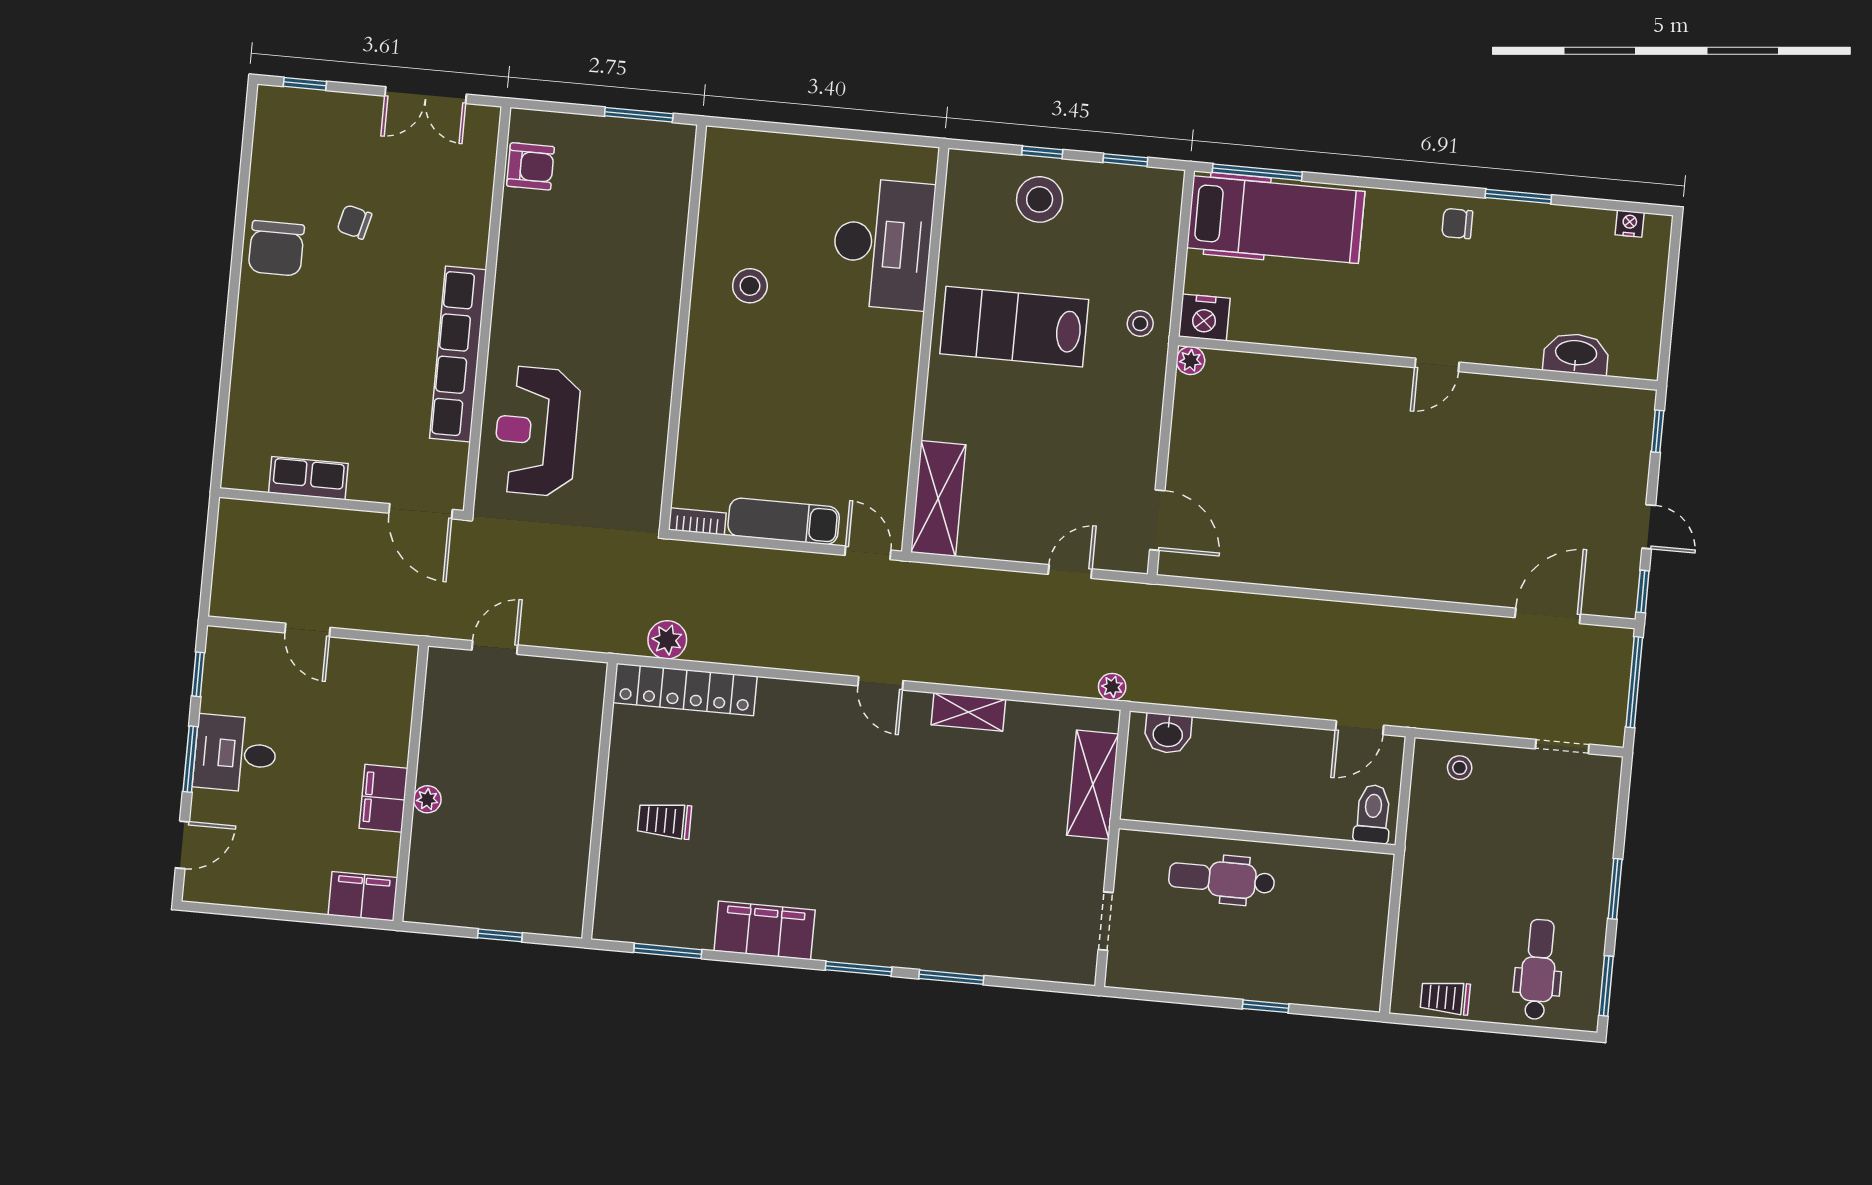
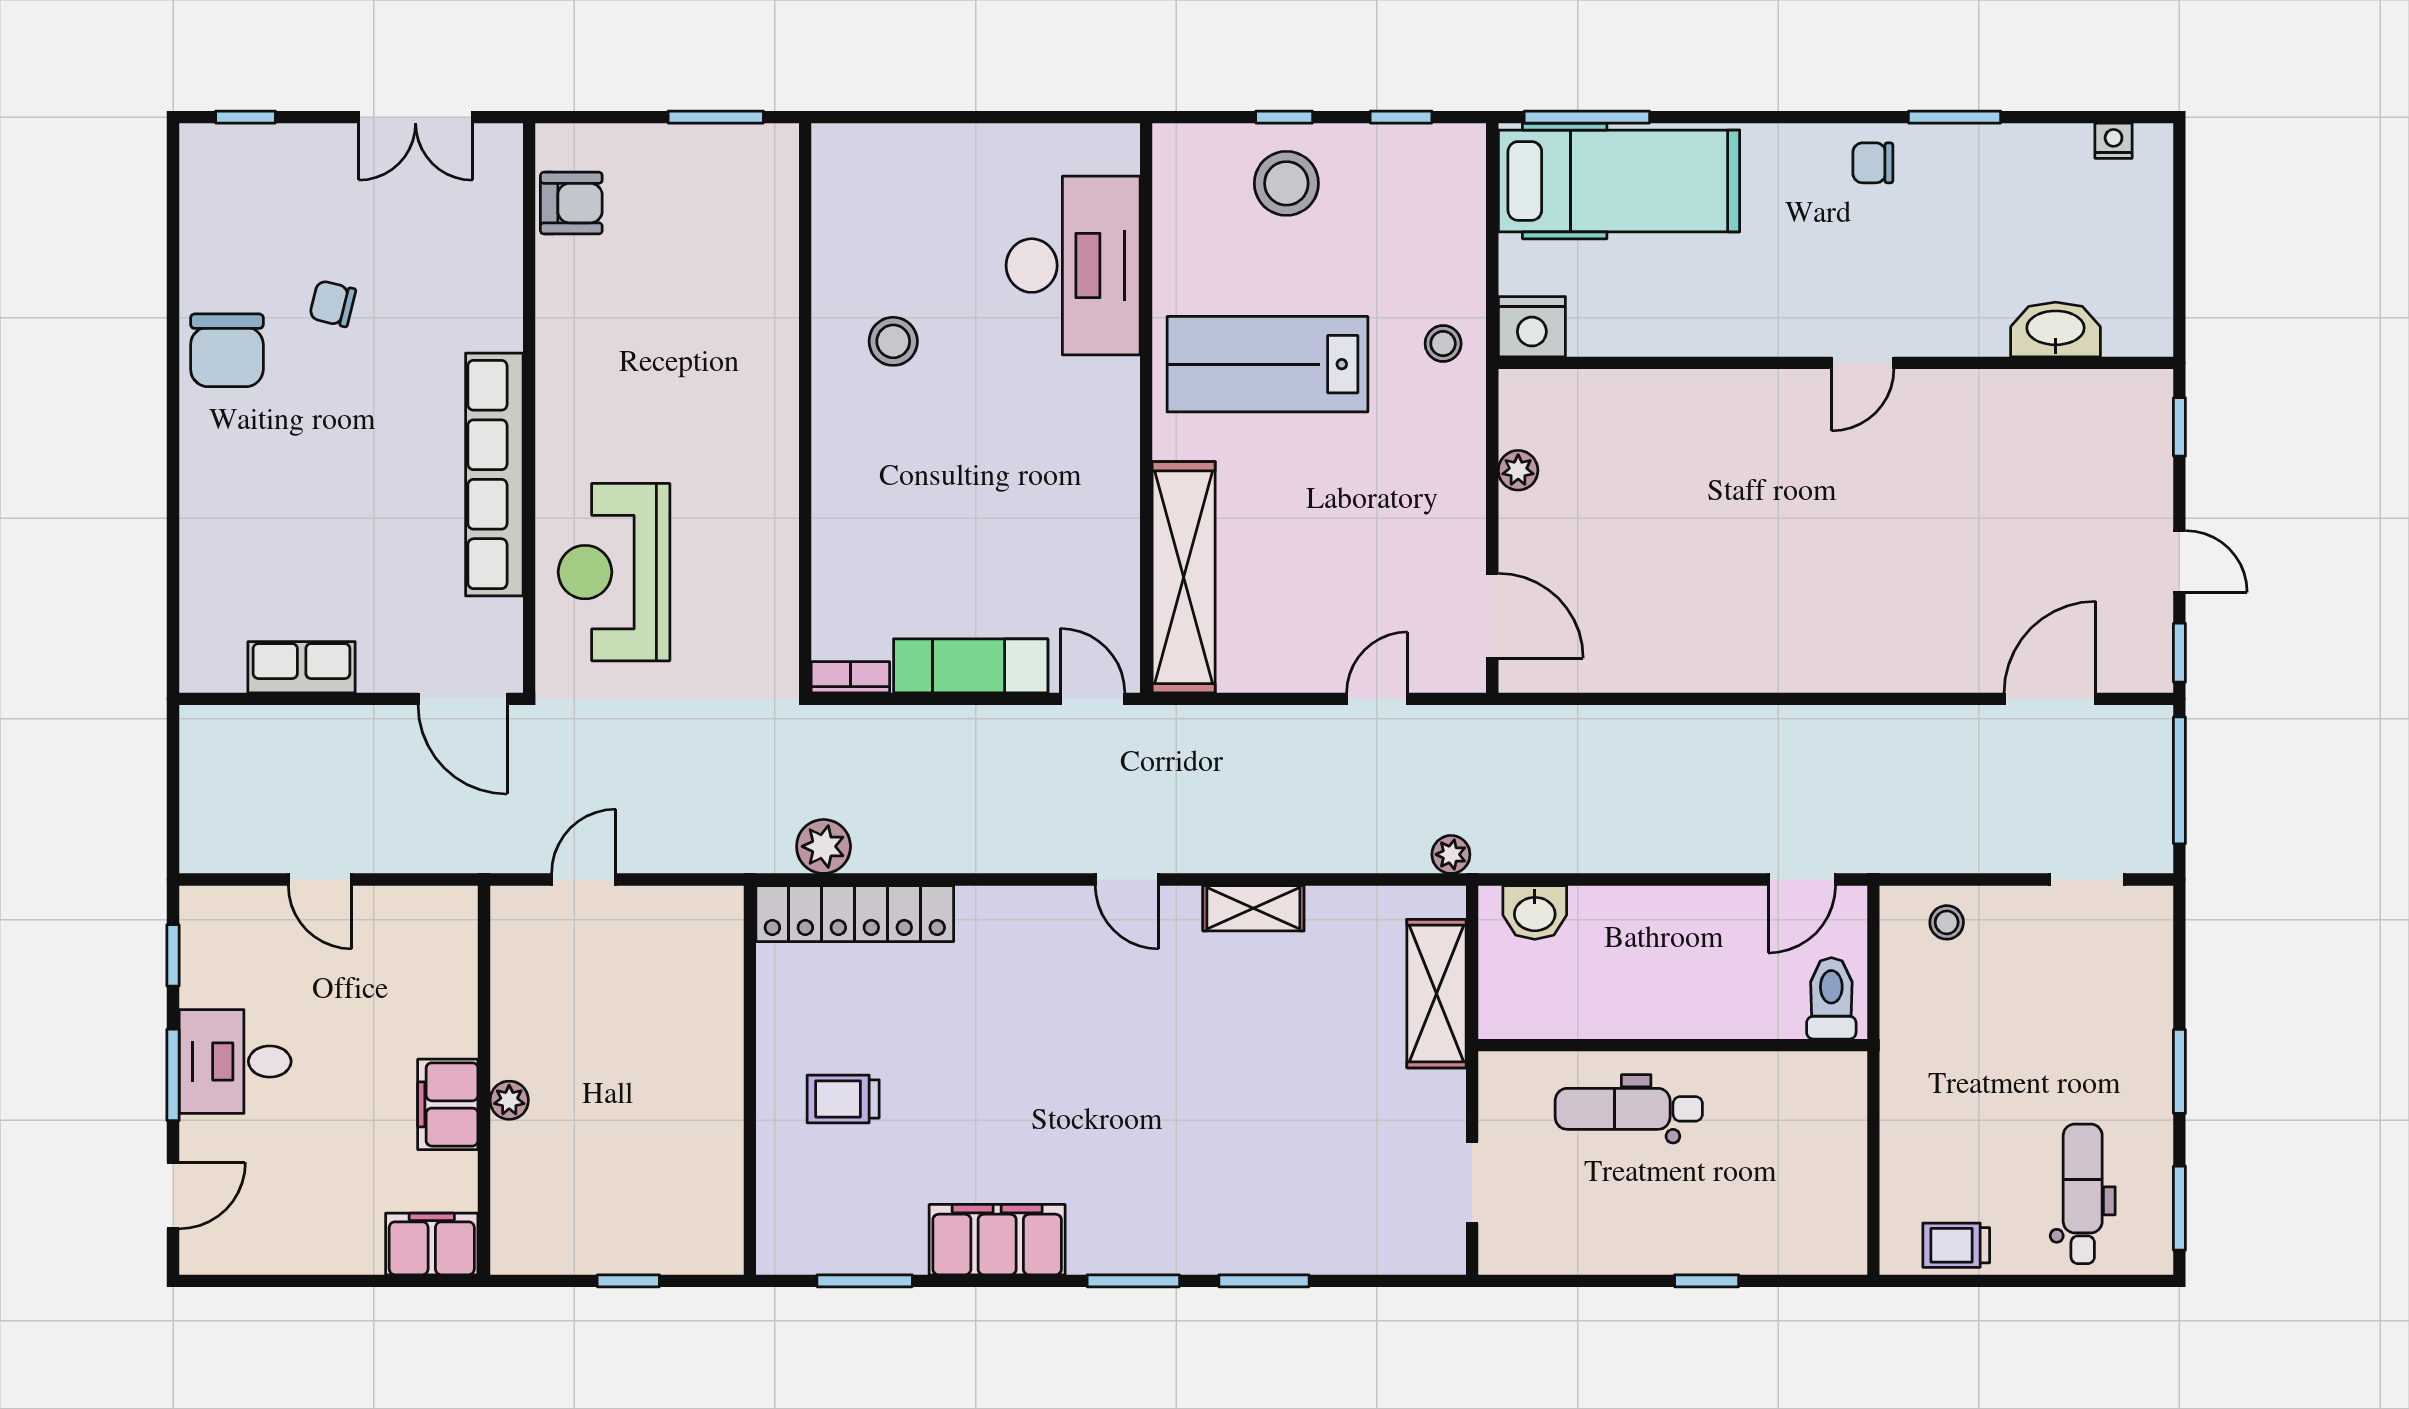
plant: (1190, 361) -> (1518, 470), moved
shelving: (938, 499) -> (1184, 577), width x1.47

